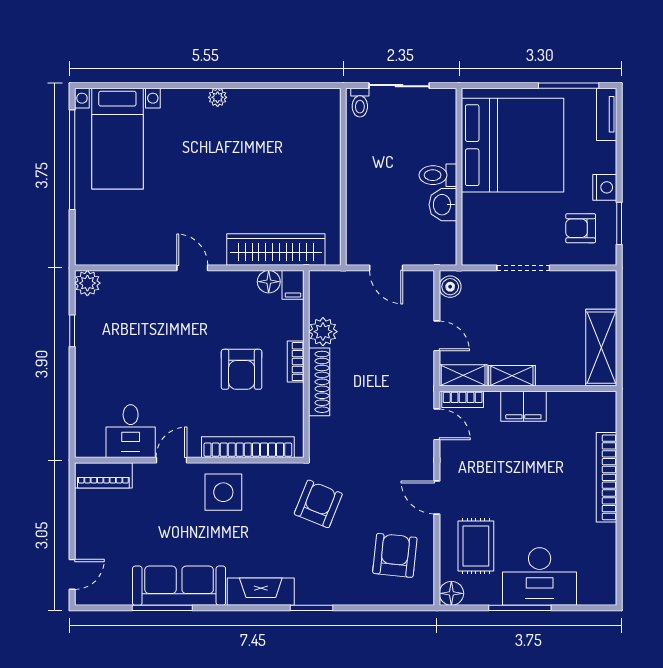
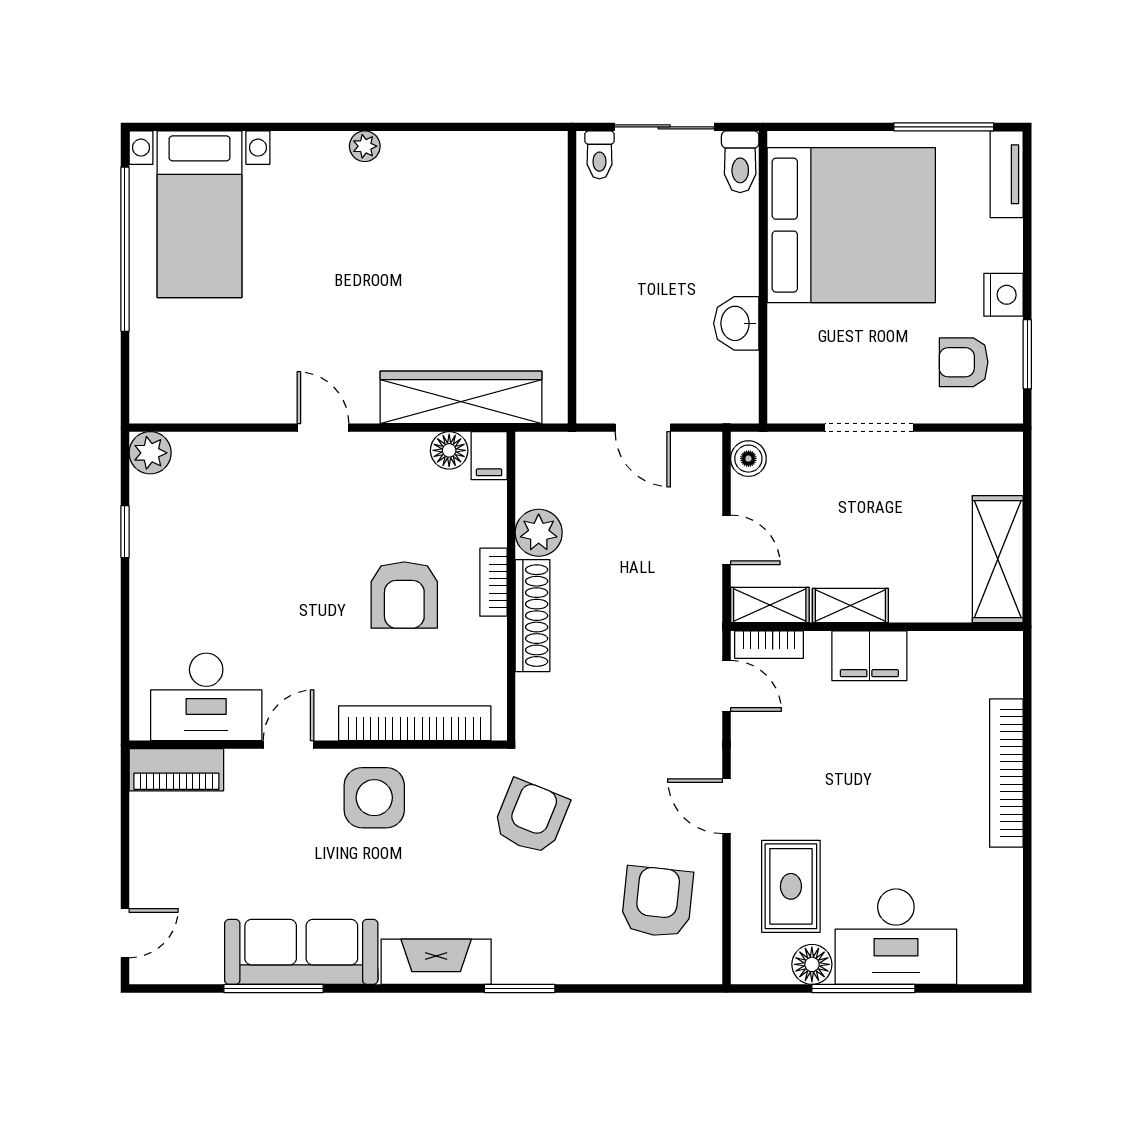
toilet: (438, 175) -> (740, 162), moved, turned -90
desk: (131, 431) -> (206, 697), width x1.37
floor lamp: (451, 593) -> (812, 964), moved

